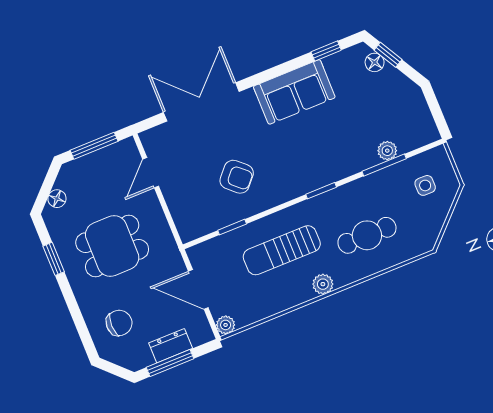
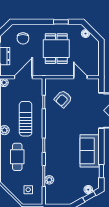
window: (94, 146) -> (101, 58), removed
armchair: (237, 177) -> (63, 99), moved

